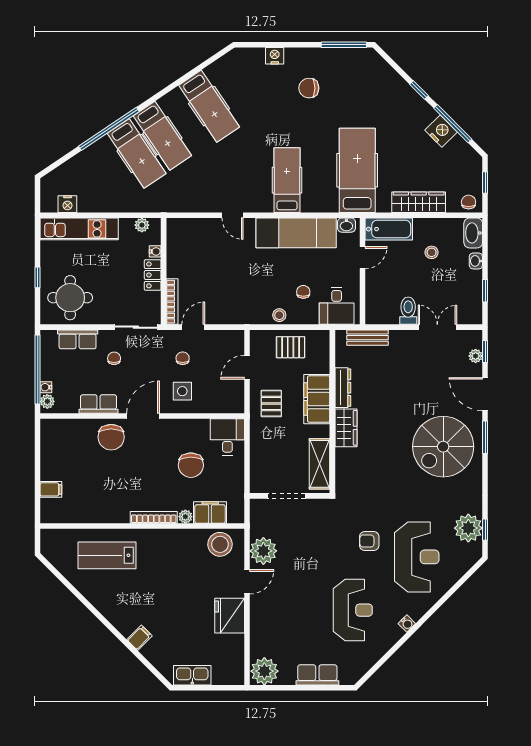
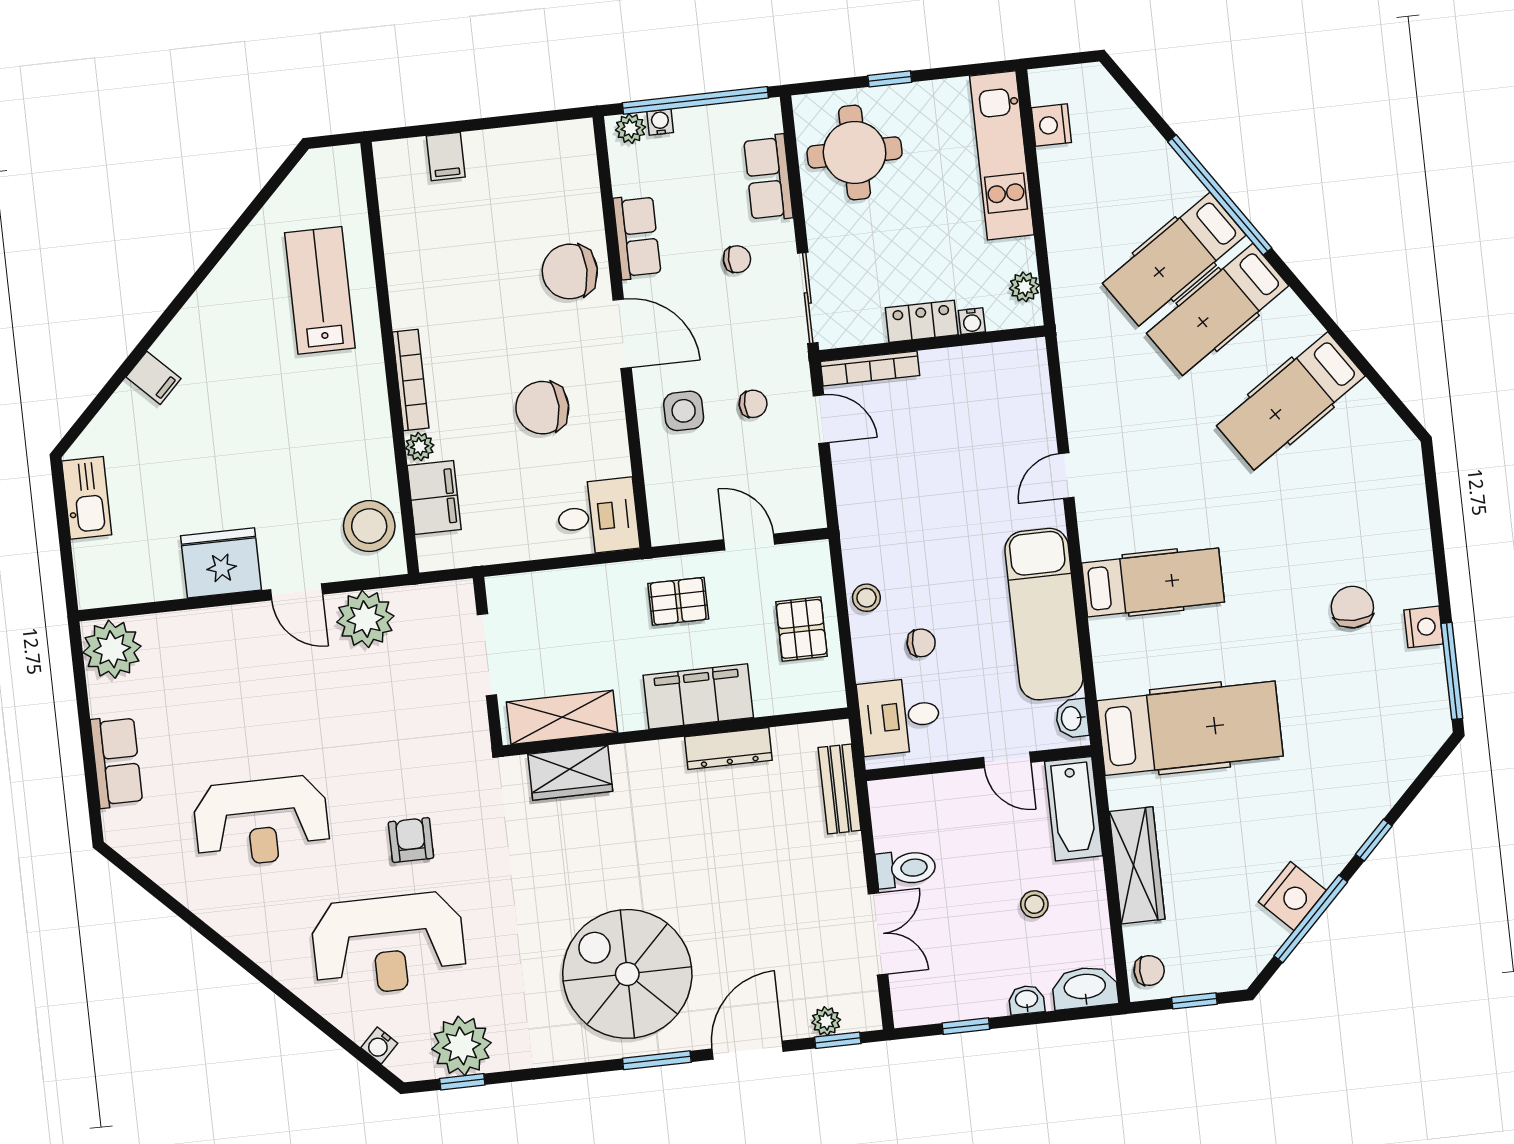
nightstand: (275, 56) -> (1424, 627), moved
wardrobe: (346, 428) -> (570, 773), moved
chair: (191, 465) -> (542, 408), moved
water cooler: (407, 624) -> (379, 1046), moved

